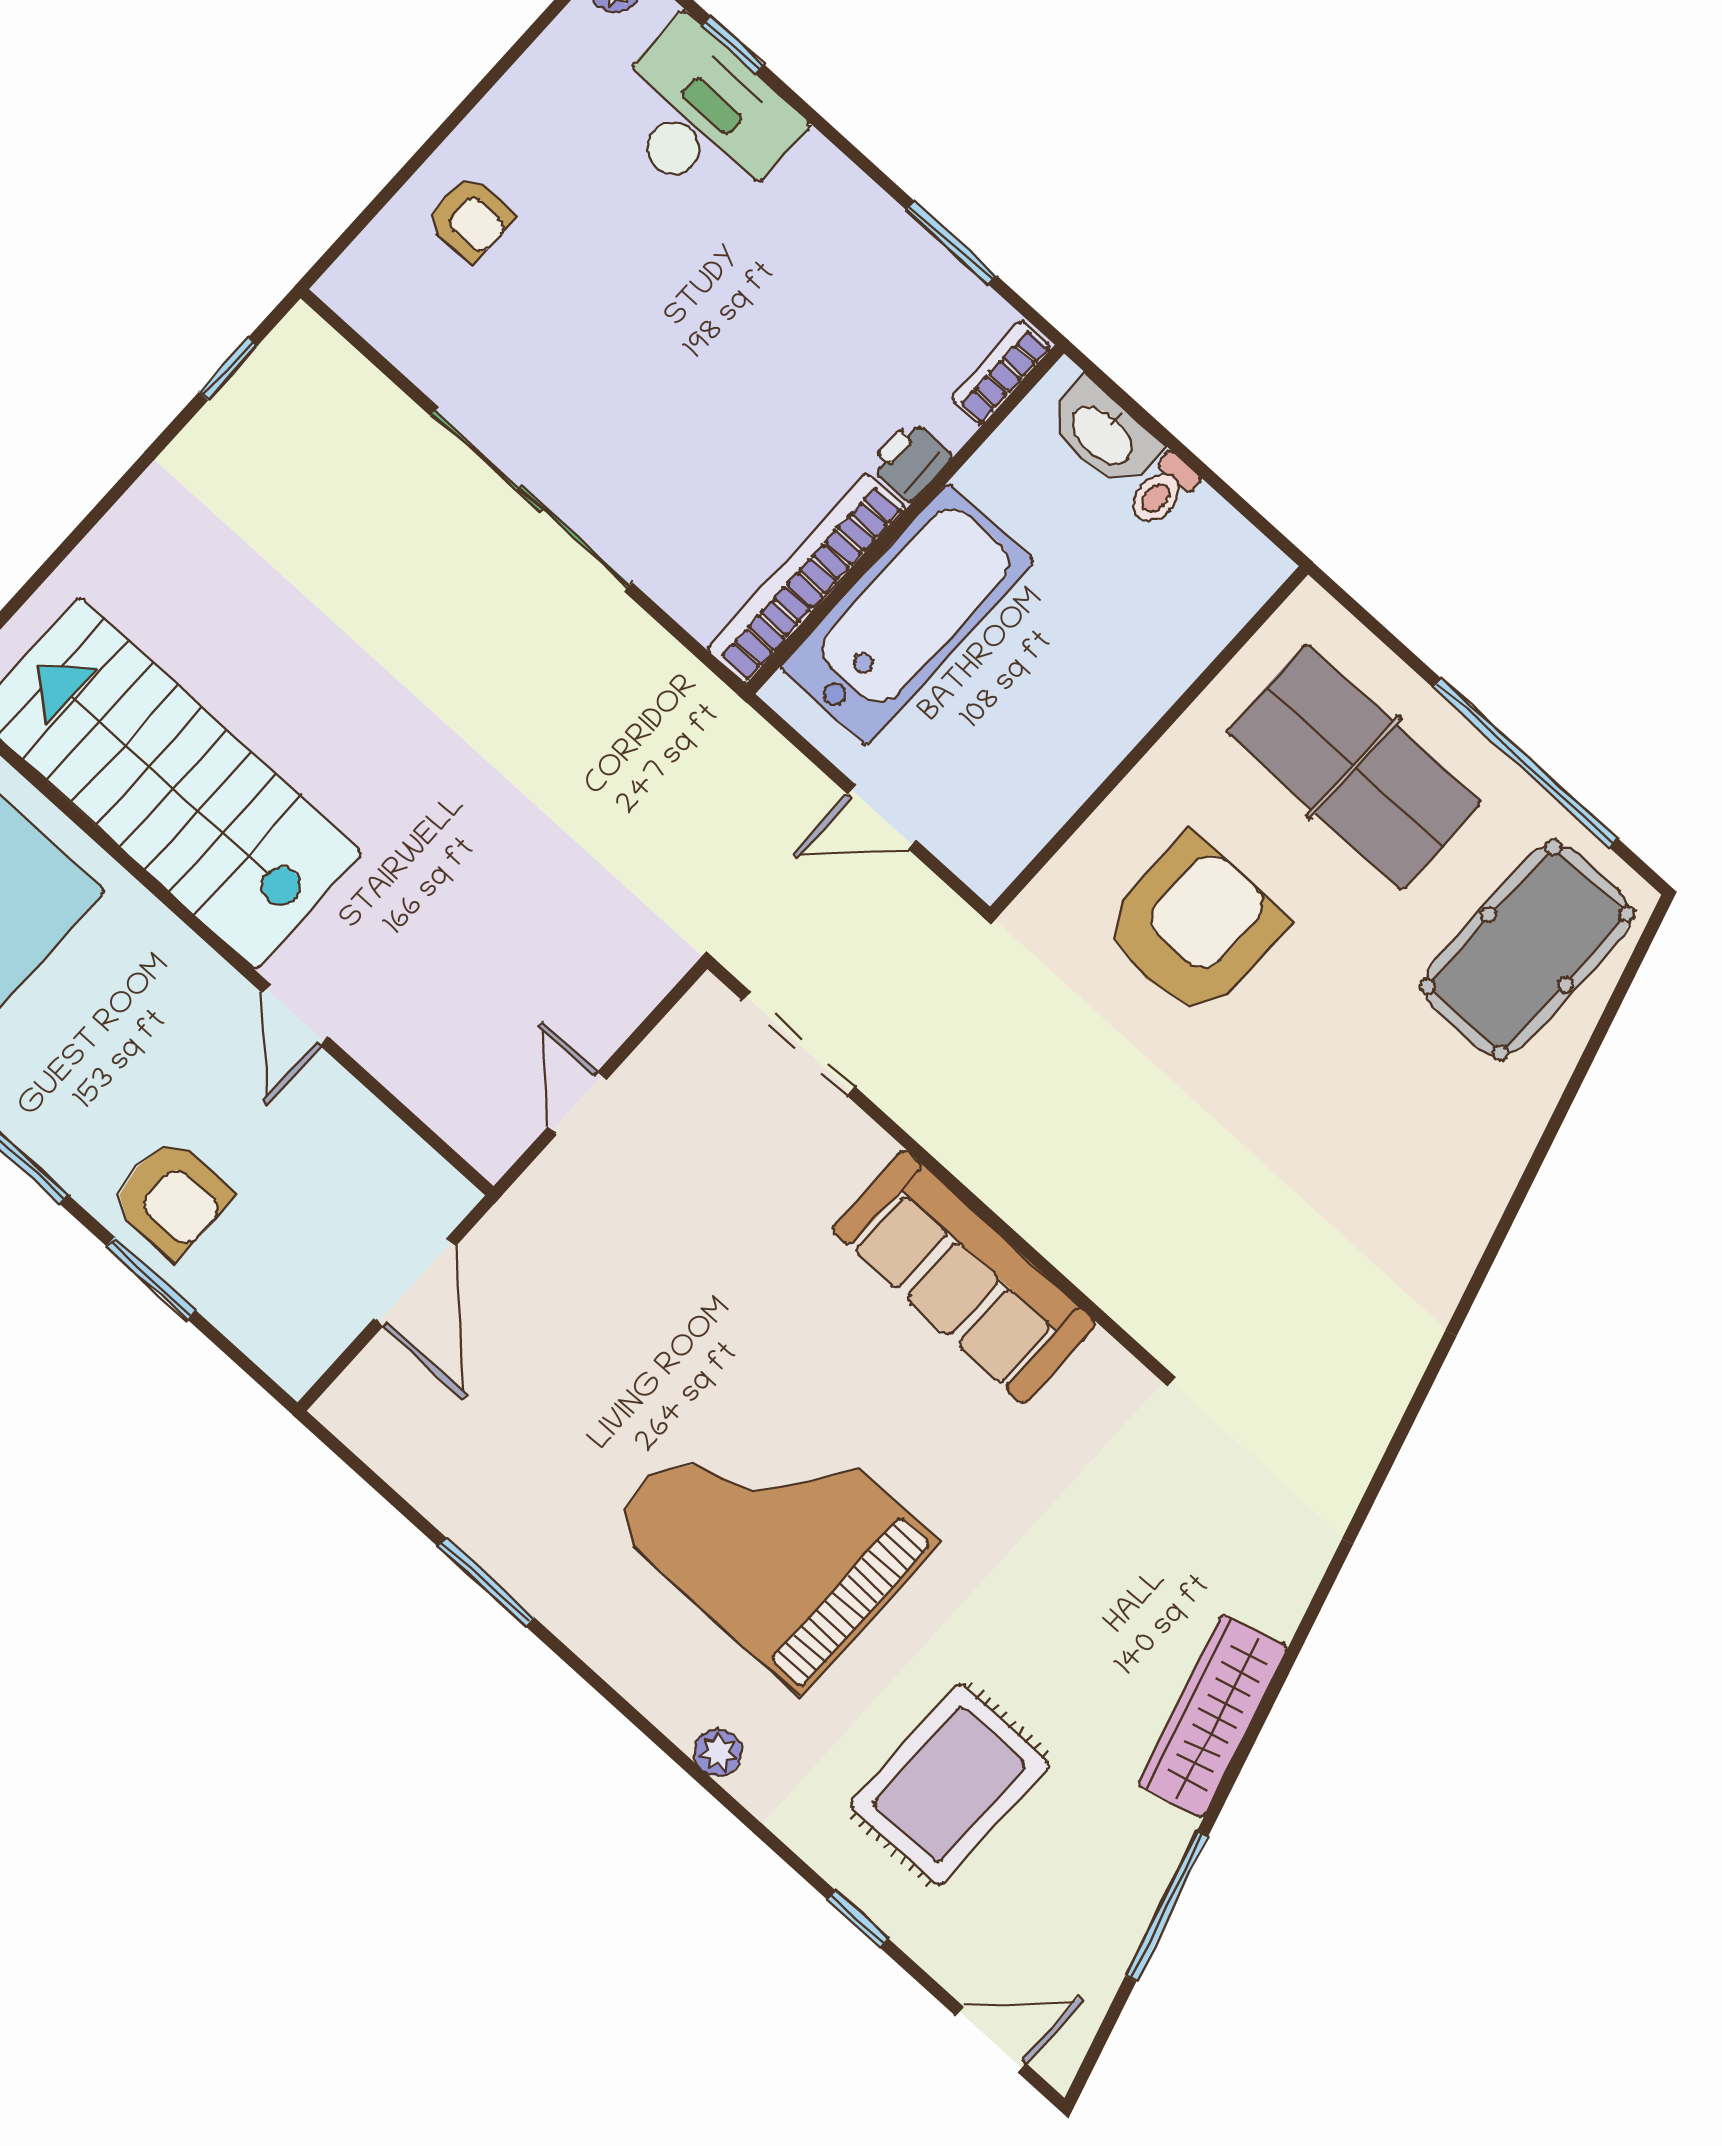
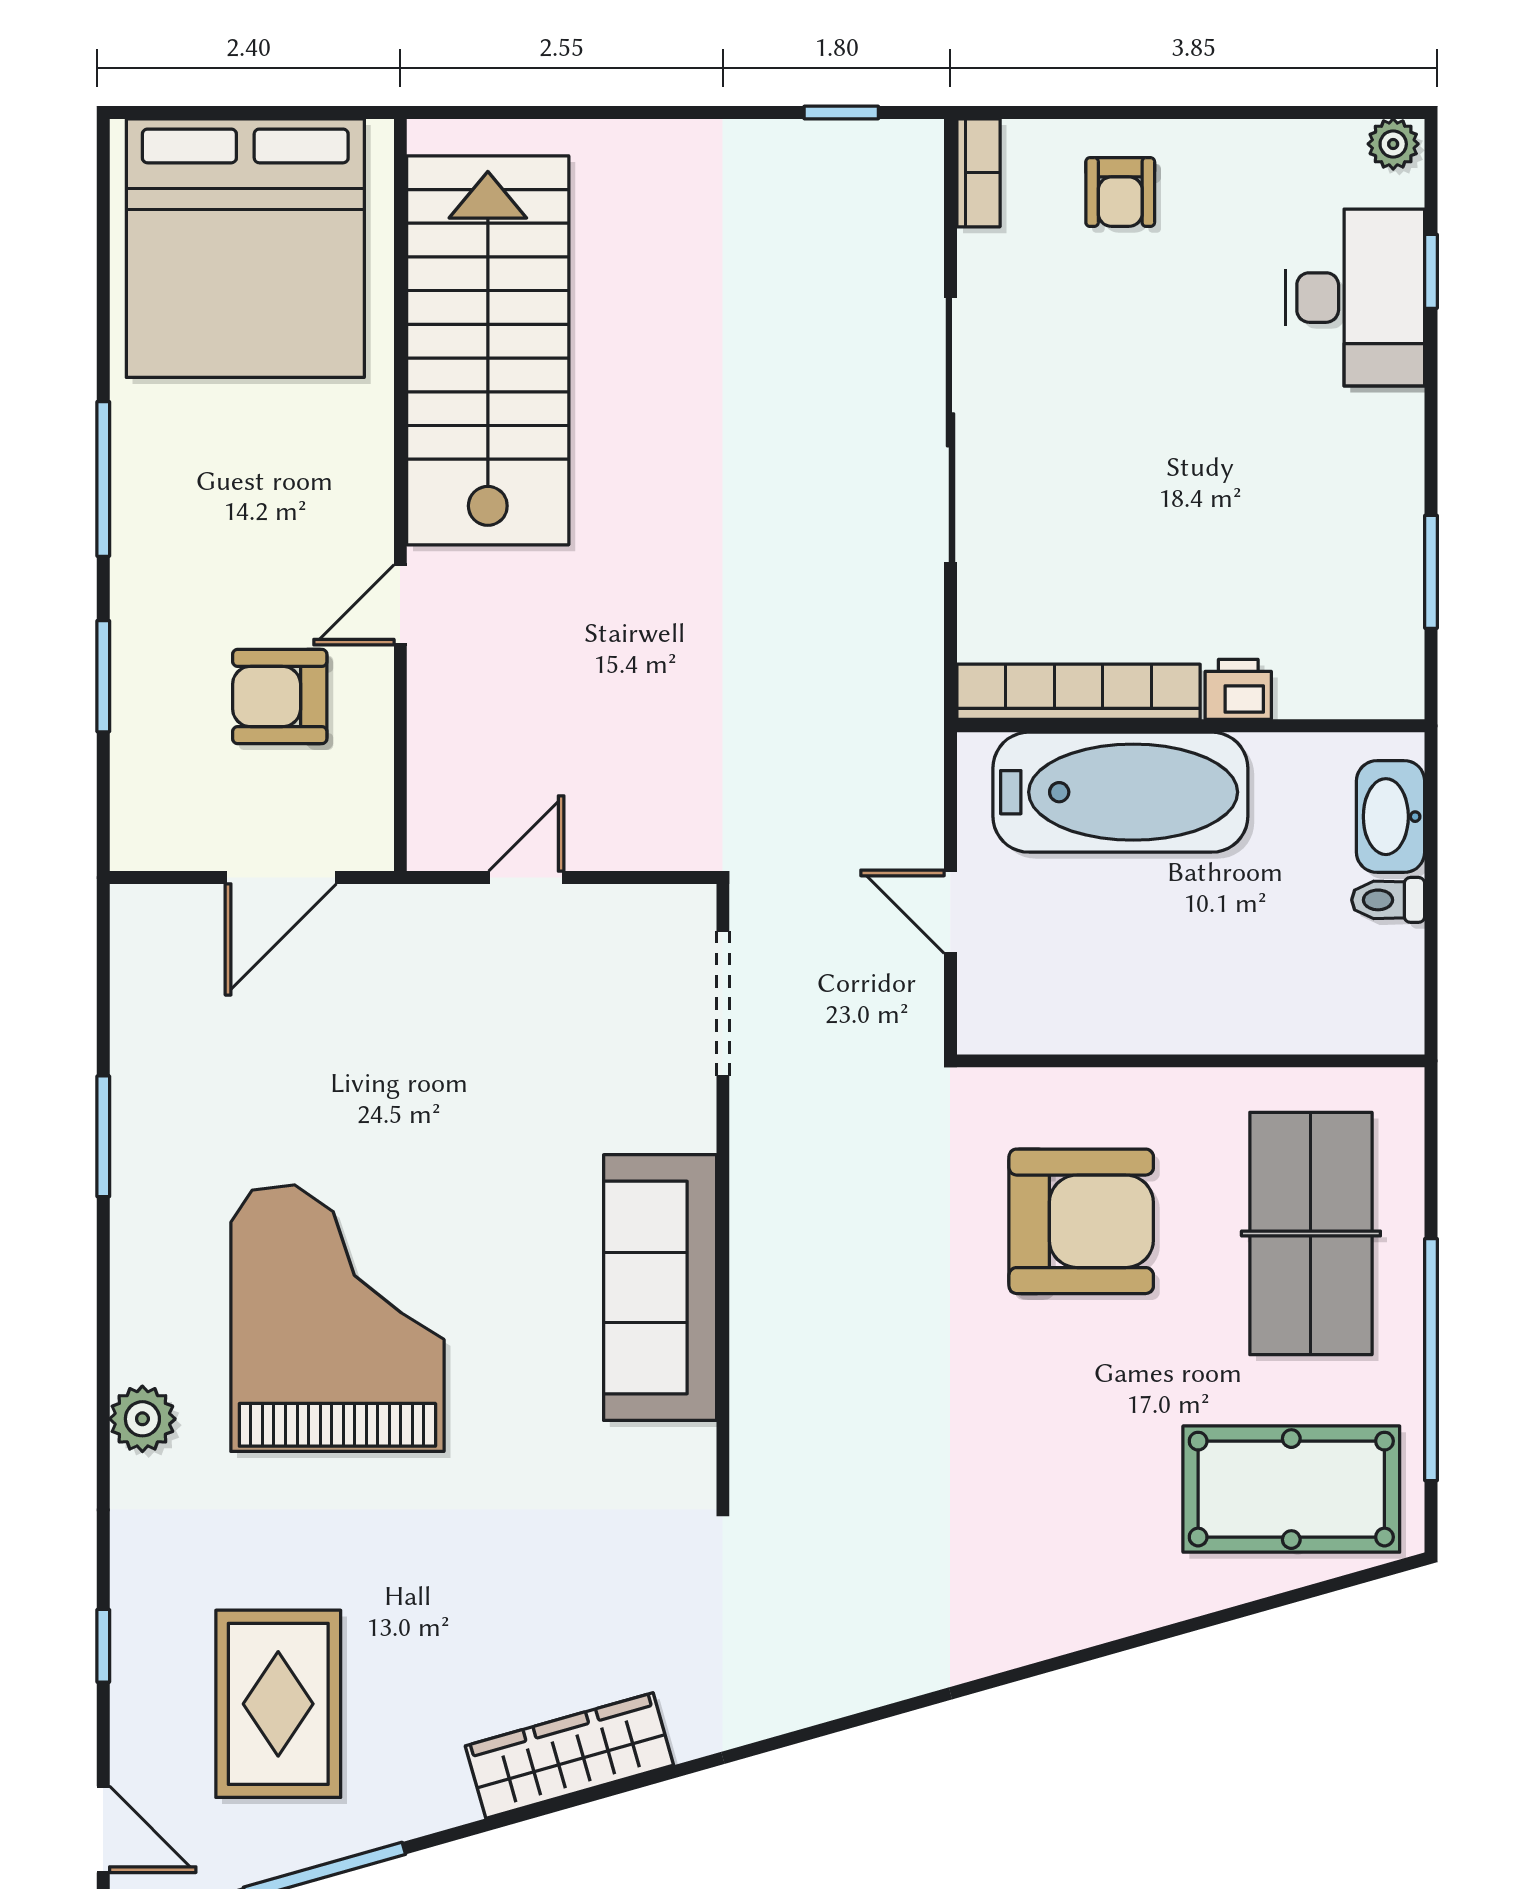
bookcase: (1001, 373) -> (978, 173), moved, turned 90
armchair: (172, 1198) -> (280, 697), moved, turned 90
wardrobe: (1213, 1716) -> (569, 1756), moved
plant: (718, 1752) -> (142, 1419), width x1.38, depth x1.38
rug: (950, 1784) -> (278, 1704), moved, turned 90

